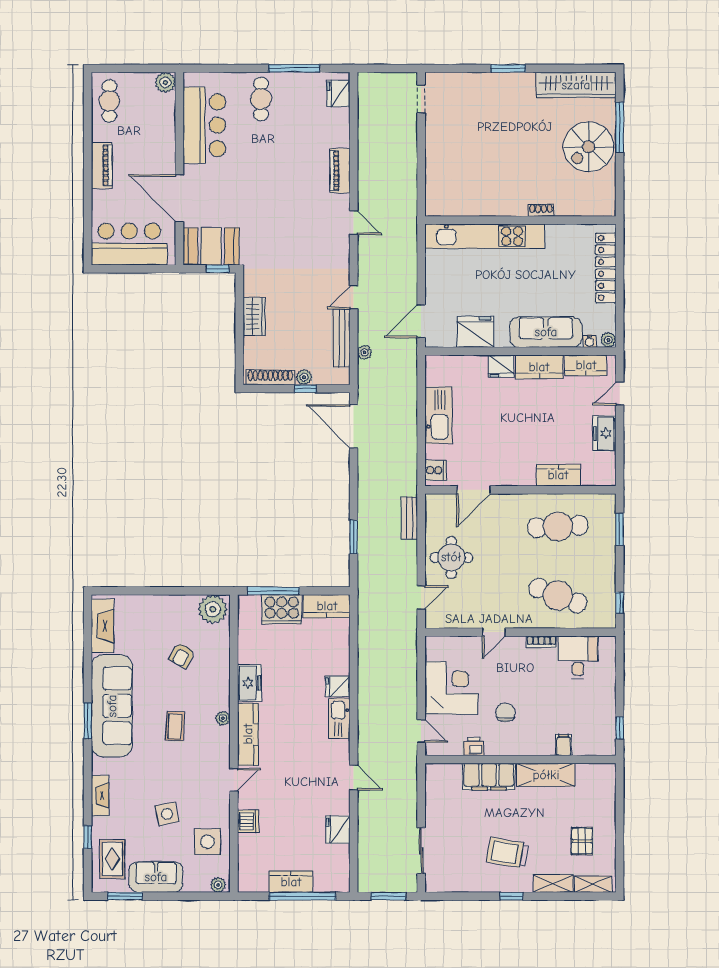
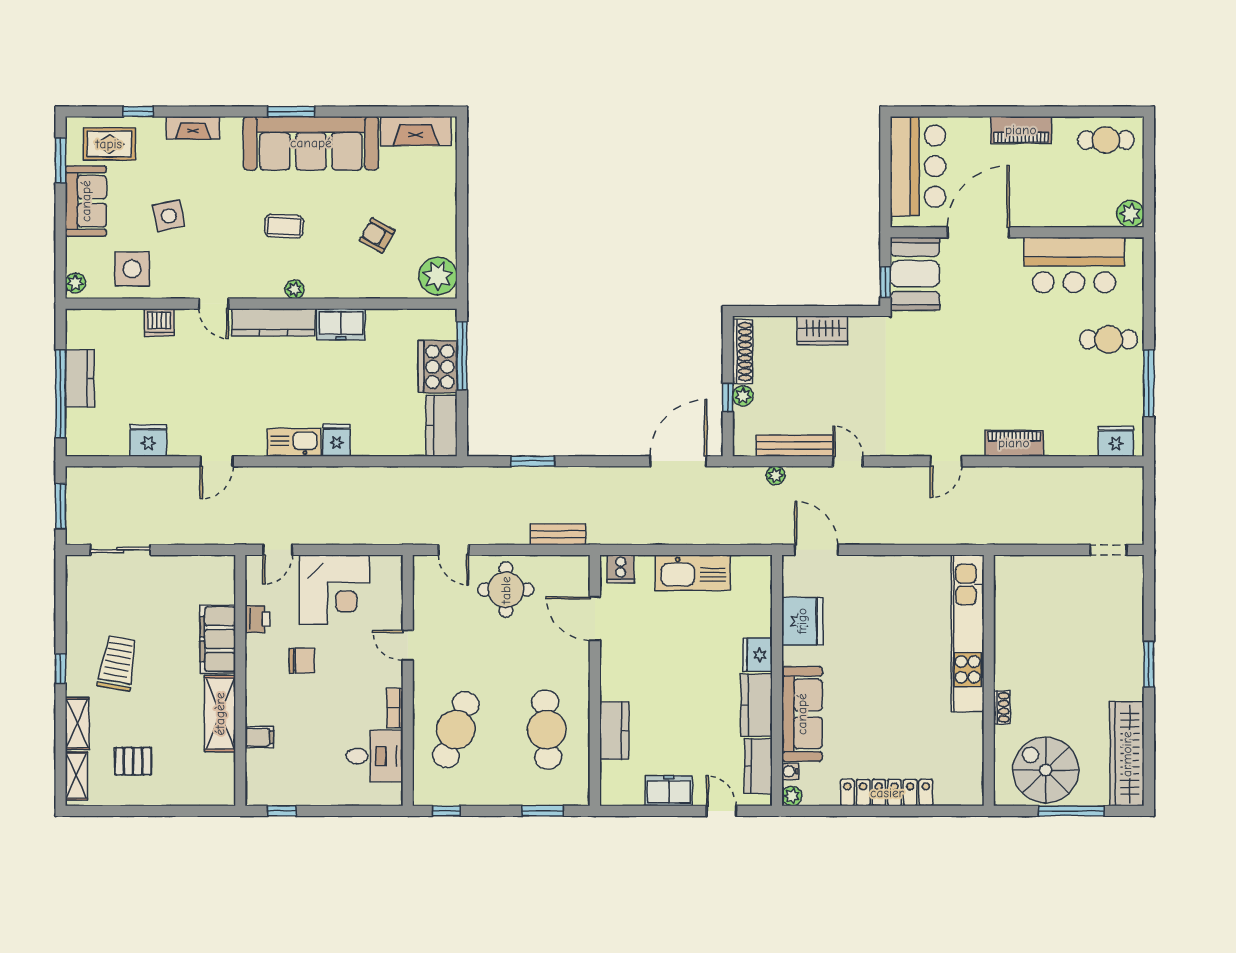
shoe rack: (541, 210) -> (1002, 707), moved
wall: (520, 220) -> (989, 680), moved
kitchen unit: (485, 236) -> (968, 633), moved

